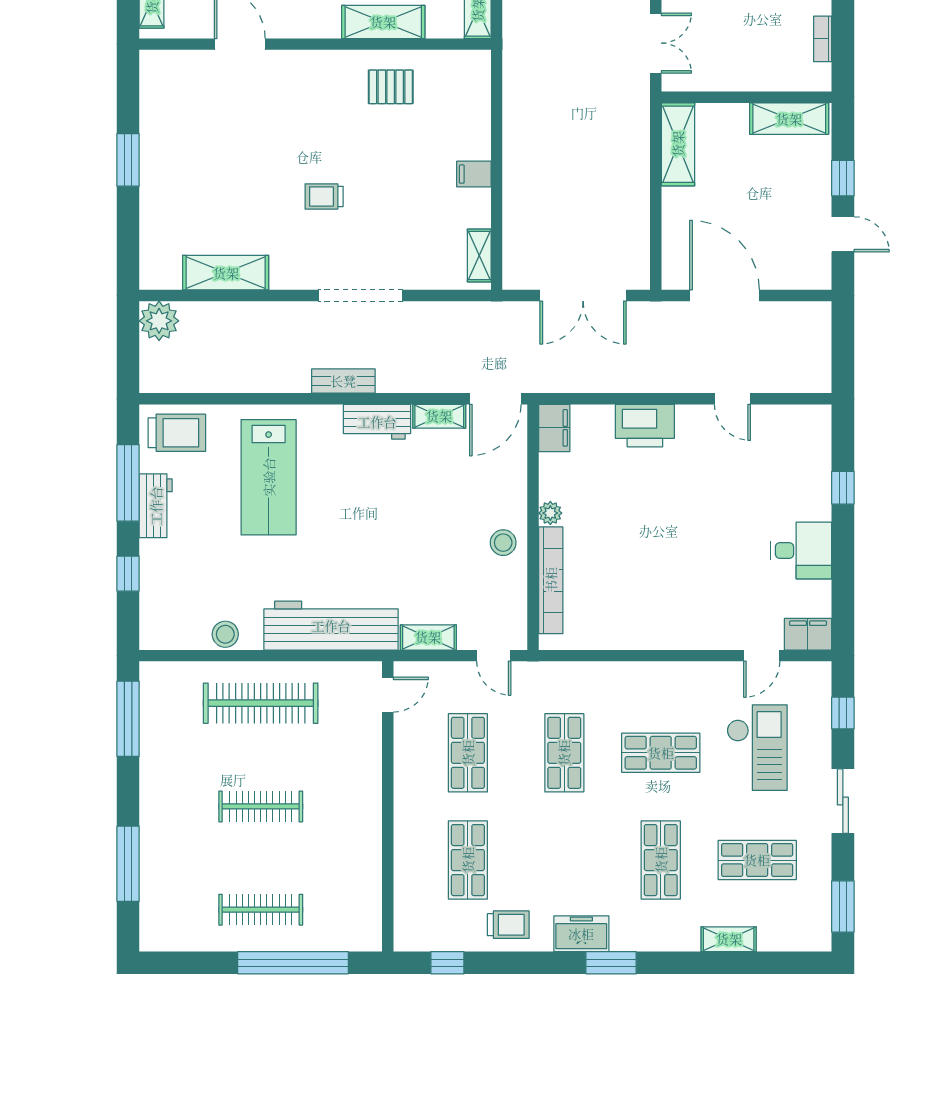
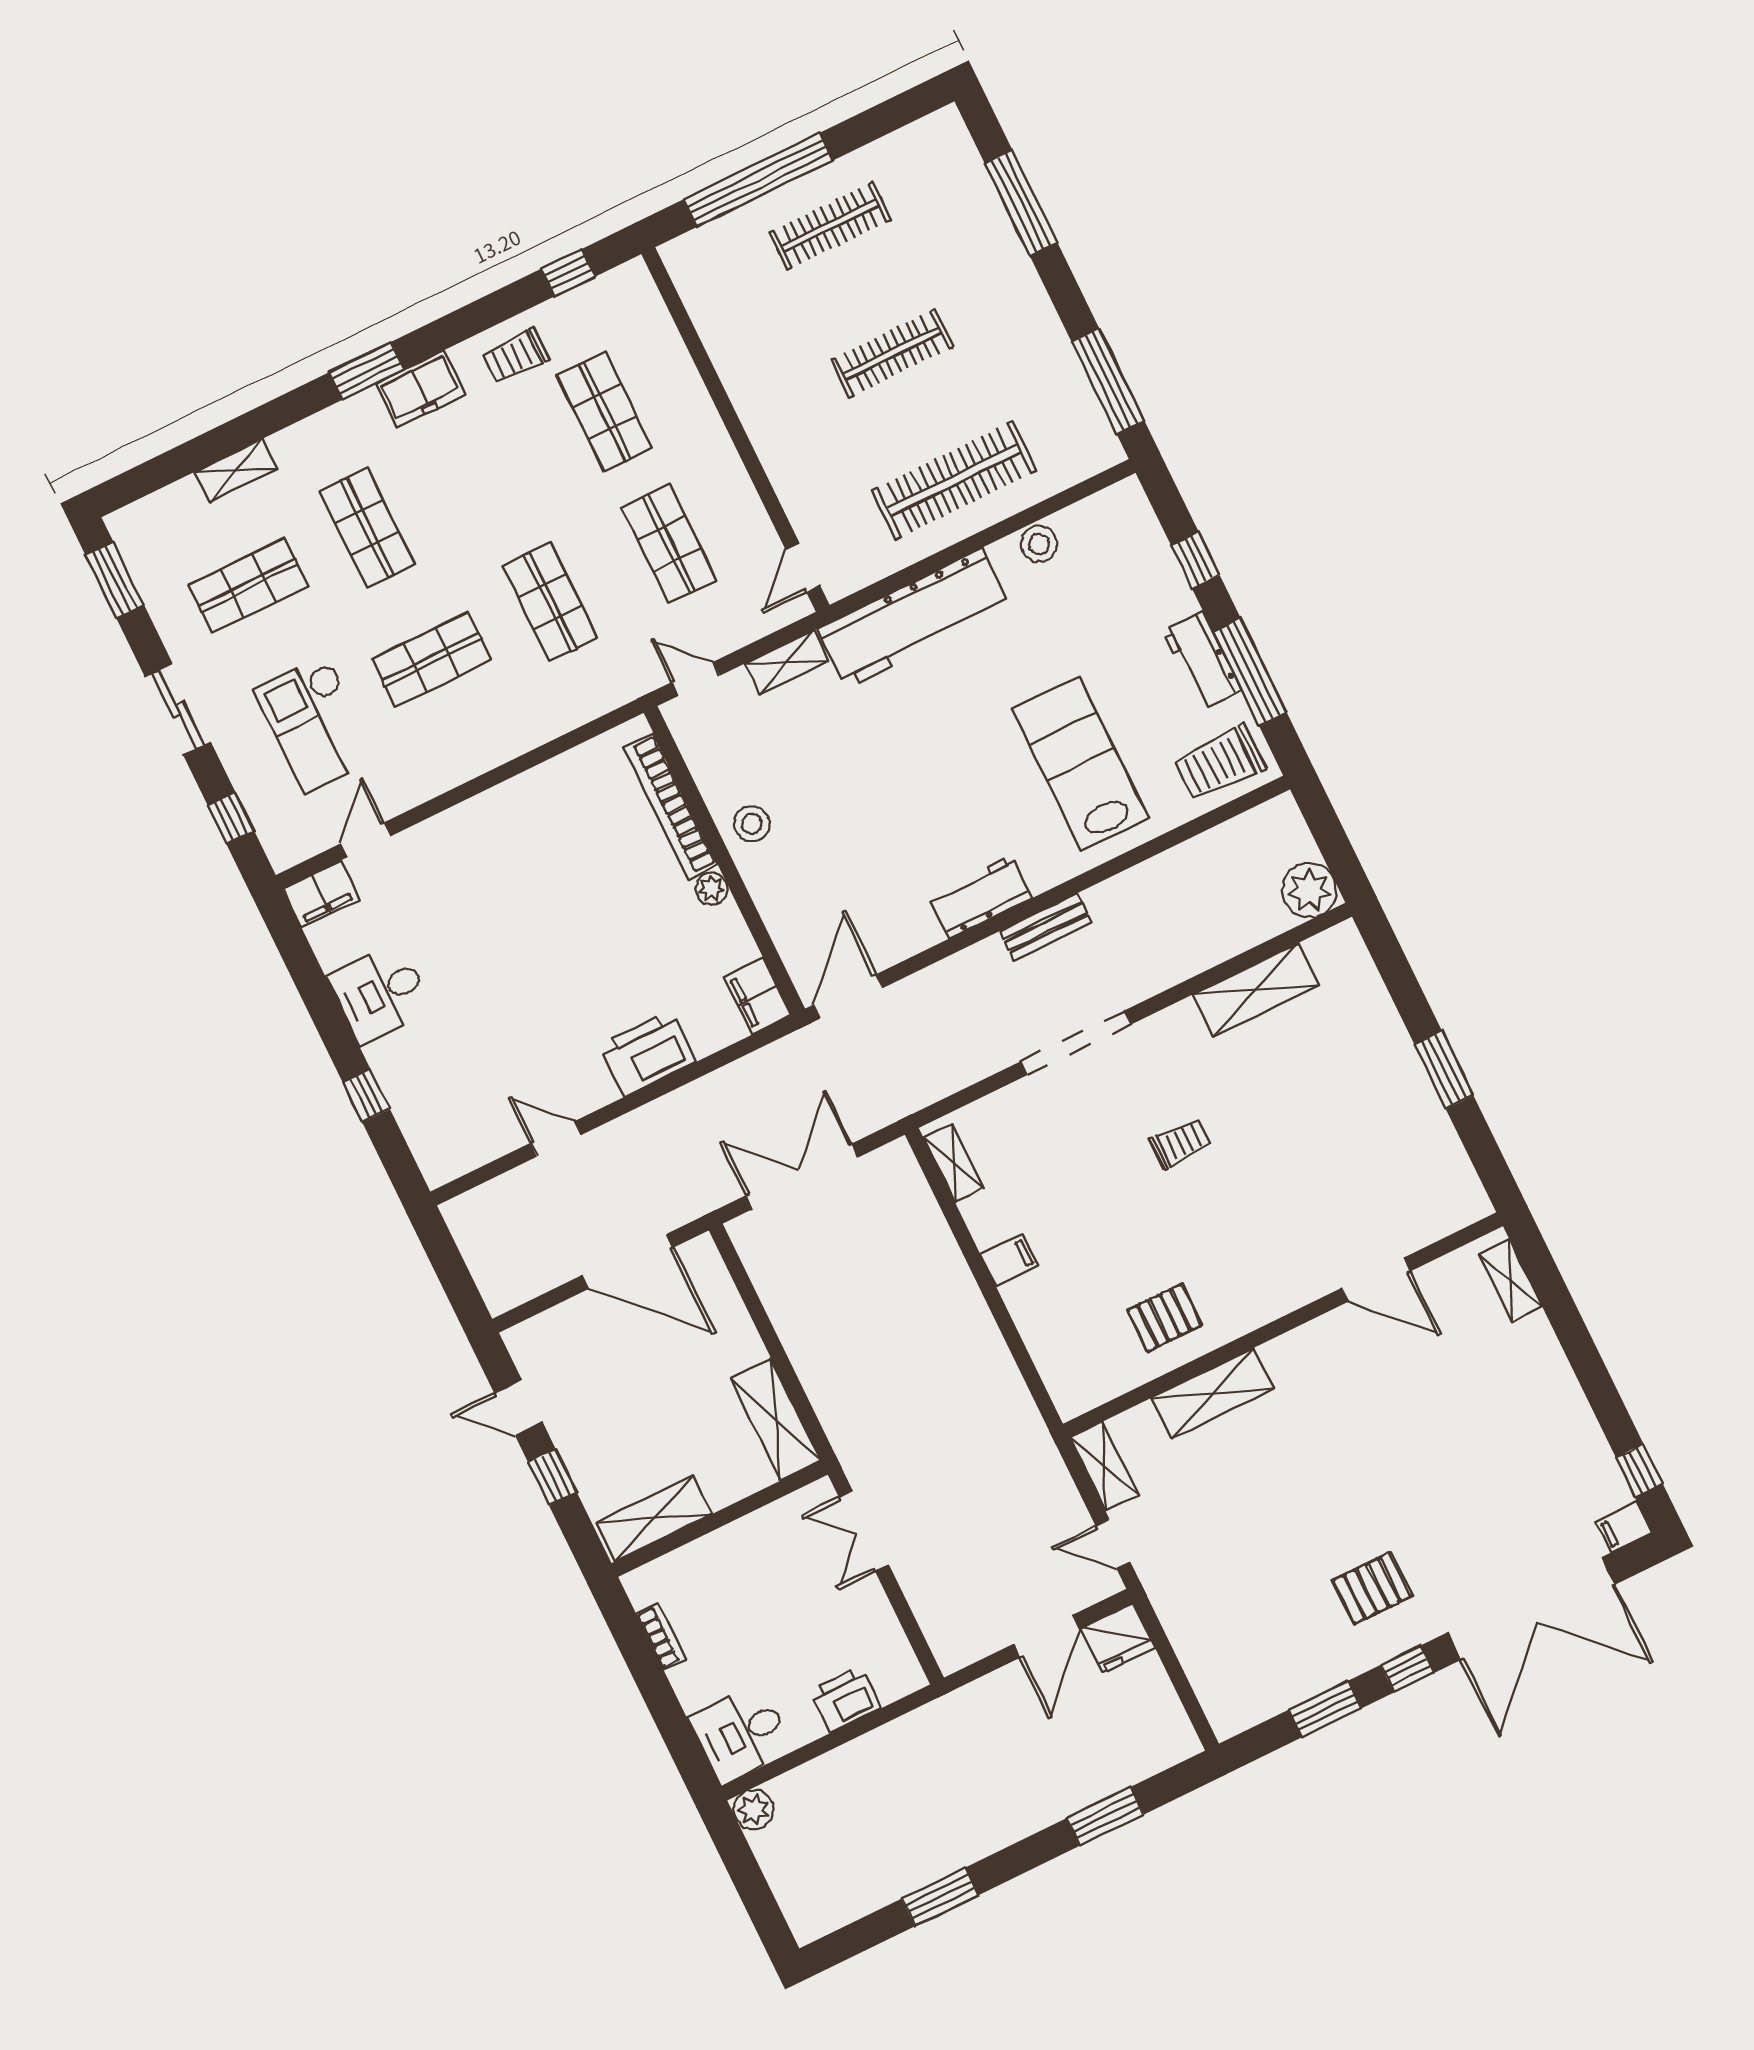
shelving: (439, 416) -> (907, 941), removed

